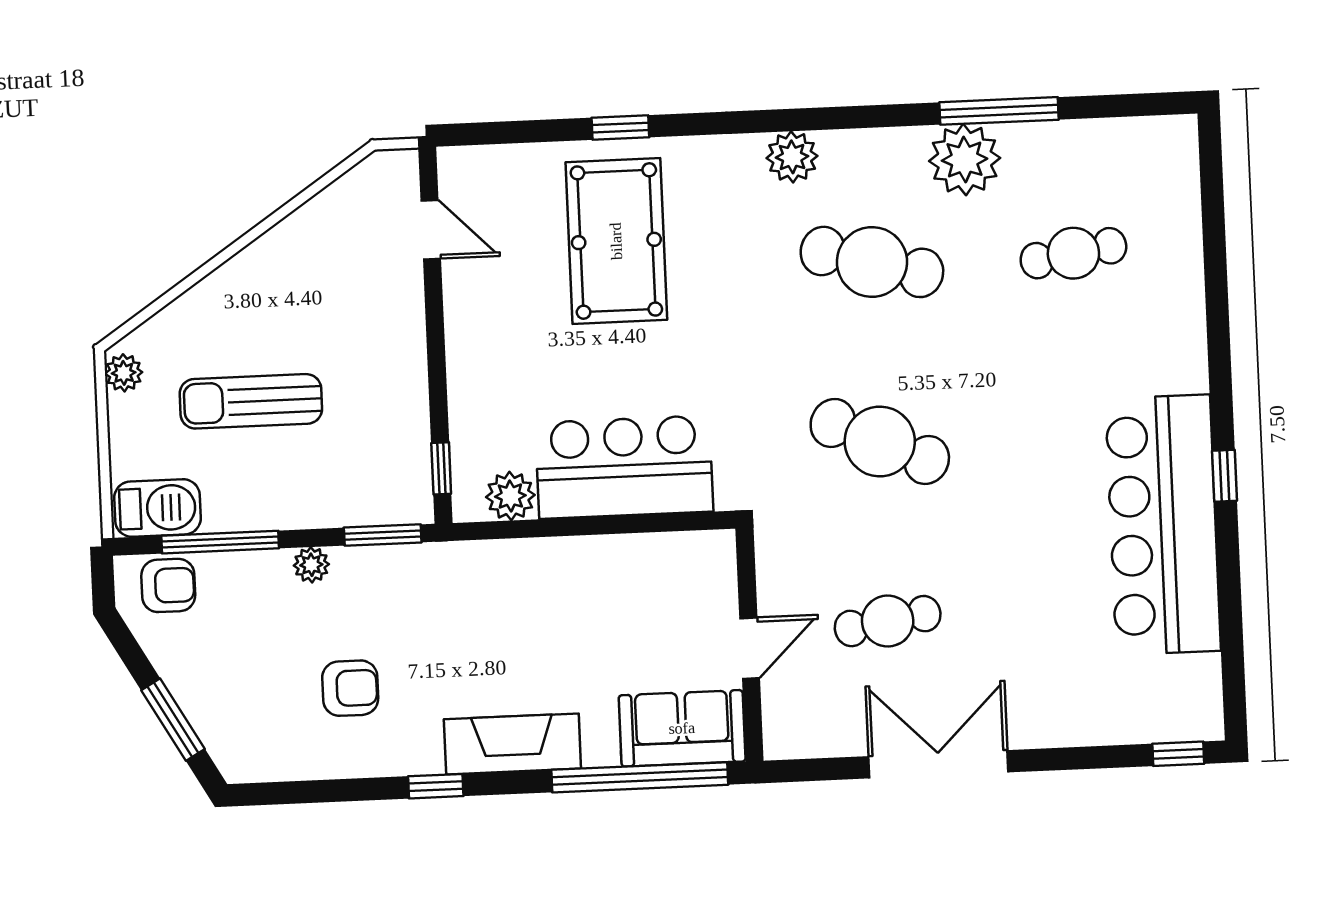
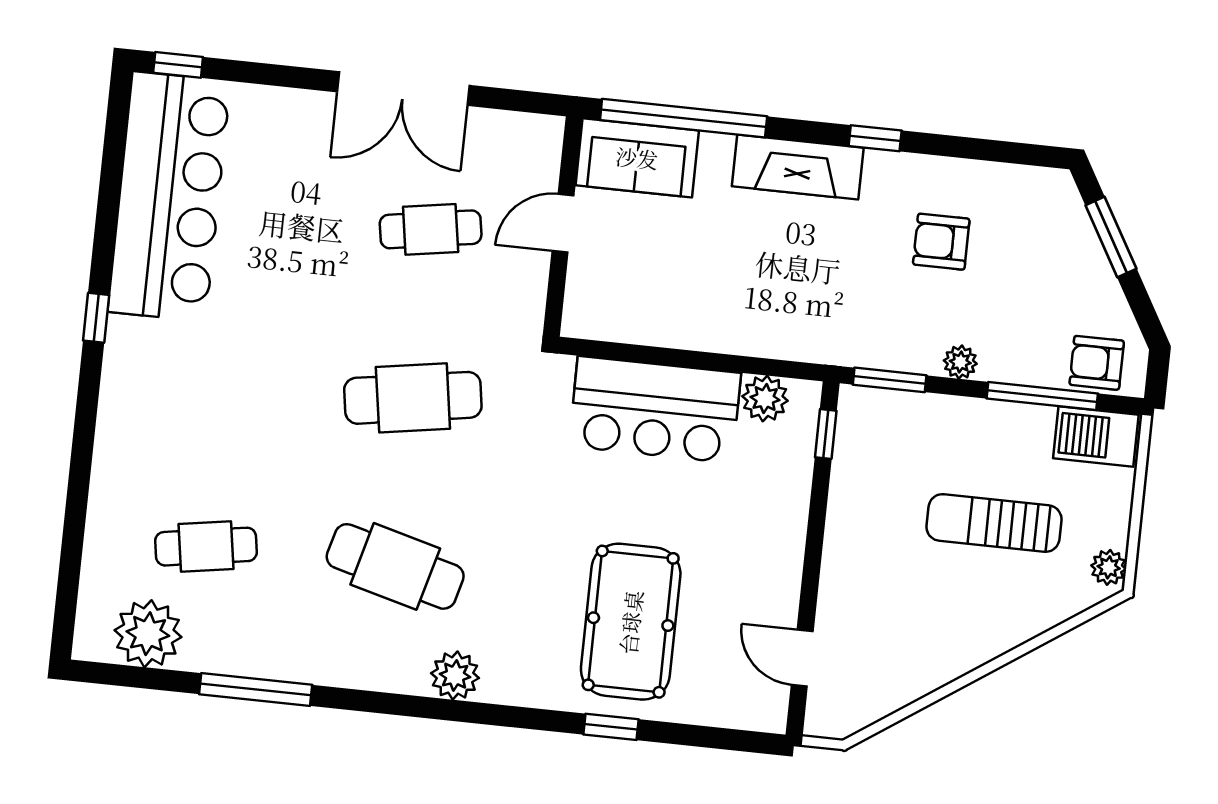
plant: (965, 160) -> (148, 634), moved
sun lounger: (251, 401) -> (994, 523), turned 180
cafe table: (880, 441) -> (413, 398), turned -33
bar counter: (1163, 525) -> (169, 196), moved

